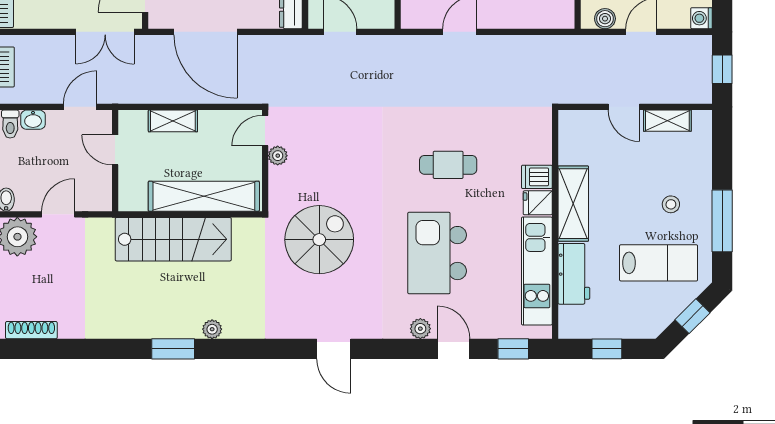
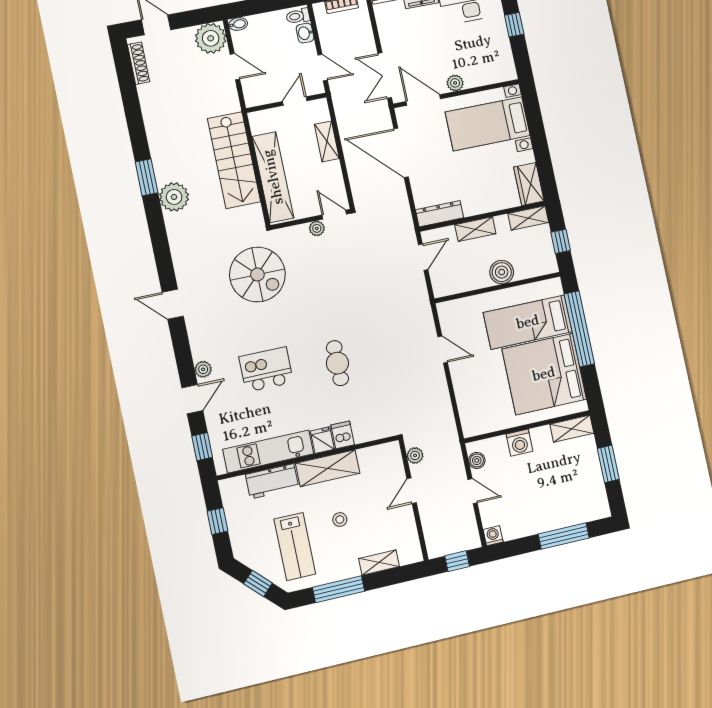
door: (206, 32) -> (401, 153), hinge flipped
plant: (582, 94) -> (415, 455), added
shelving: (667, 121) -> (379, 562), moved, turned 90
stool: (671, 204) -> (340, 519), moved
kitchen island: (437, 253) -> (266, 370), width x0.73, depth x0.78
plant: (212, 329) -> (174, 197), width x1.87, depth x1.87
door: (334, 349) -> (173, 304), hinge flipped

